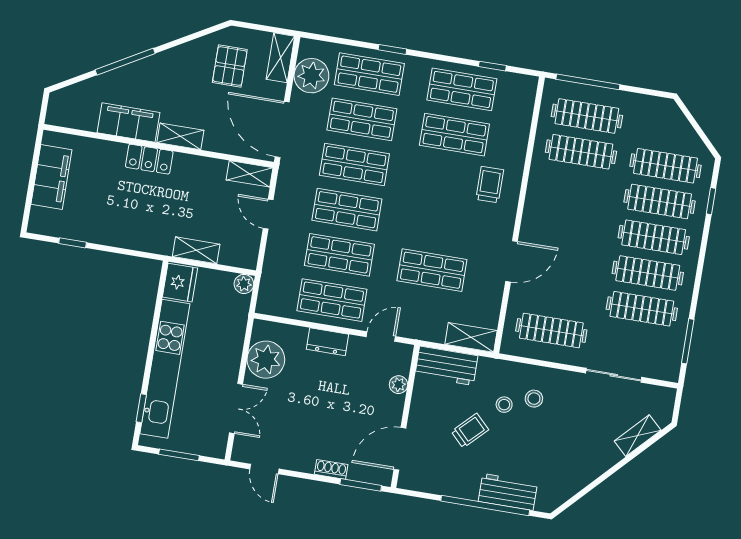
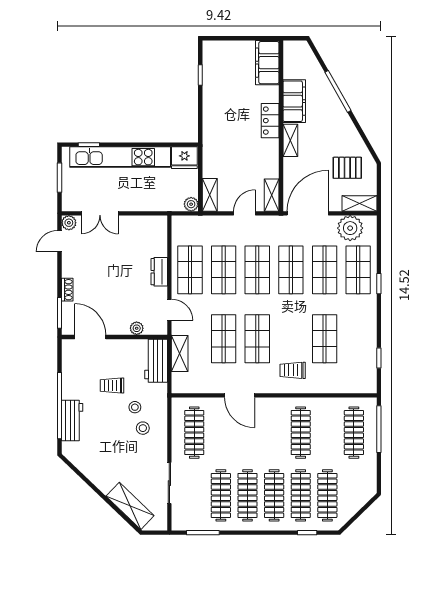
shop shelf: (462, 89) -> (257, 339), moved
clothes rail: (581, 152) -> (301, 433), moved
filing cabinet: (51, 177) -> (267, 63), moved, turned 90
trolley: (490, 185) -> (293, 370), turned 180
shelving: (196, 250) -> (210, 195), moved
shelving: (471, 337) -> (180, 354), moved
plant: (266, 360) -> (69, 223), moved, width x0.53, depth x0.53
trolley: (470, 431) -> (112, 386), turned 135
shelving: (638, 436) -> (130, 506), width x1.50, depth x1.33

